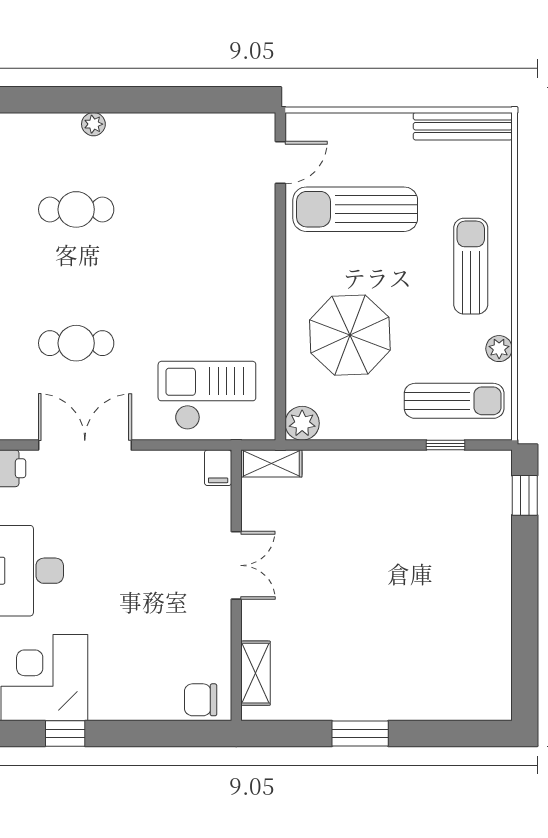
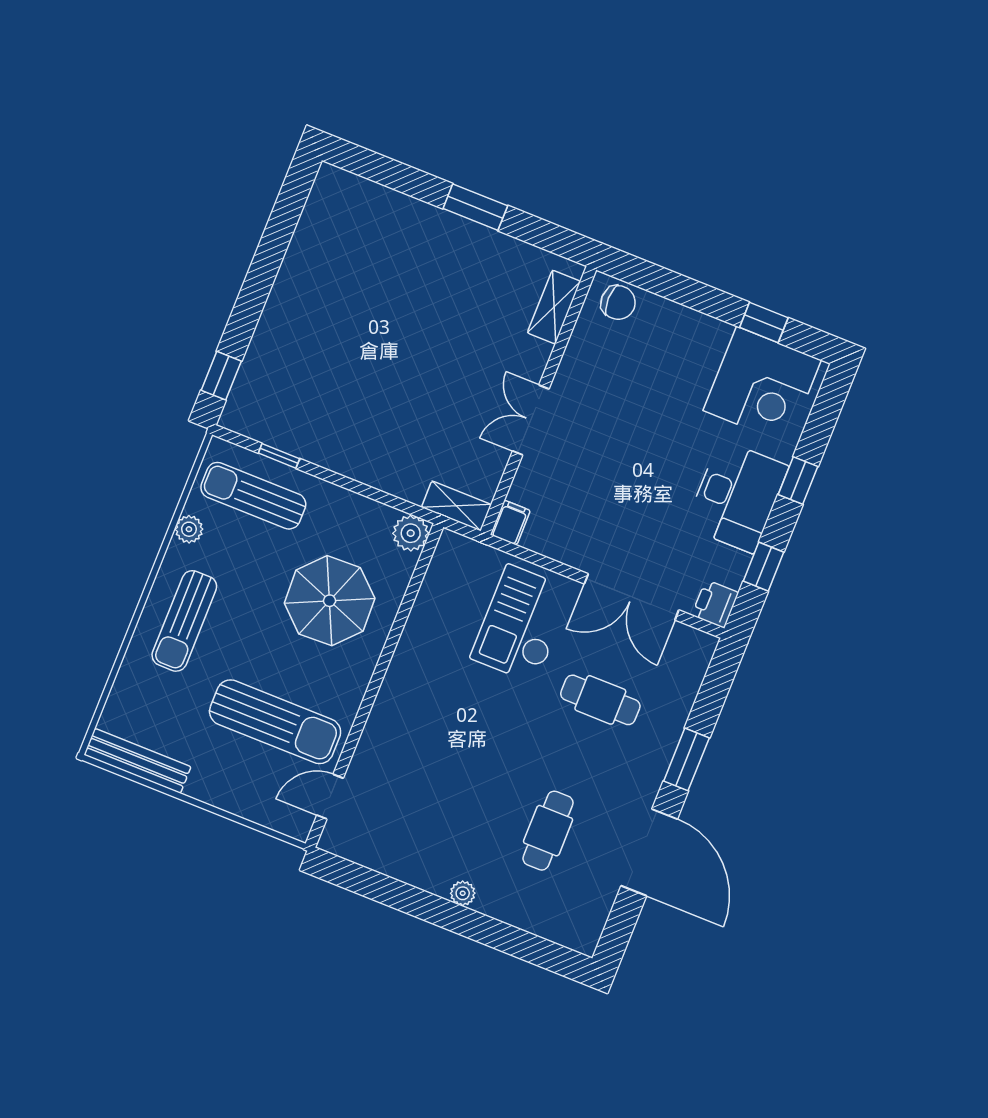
plant: (93, 124) -> (463, 893), moved
cafe table: (76, 209) -> (548, 831), turned 90
checkout: (207, 395) -> (522, 624), moved, turned 90

